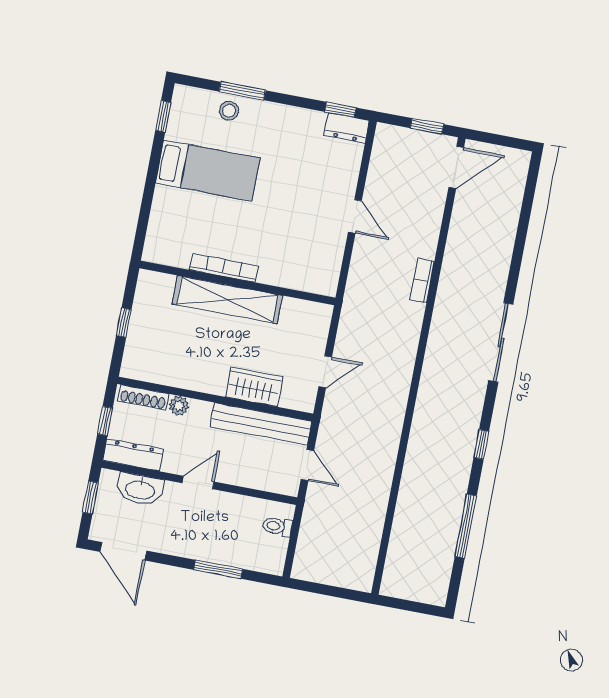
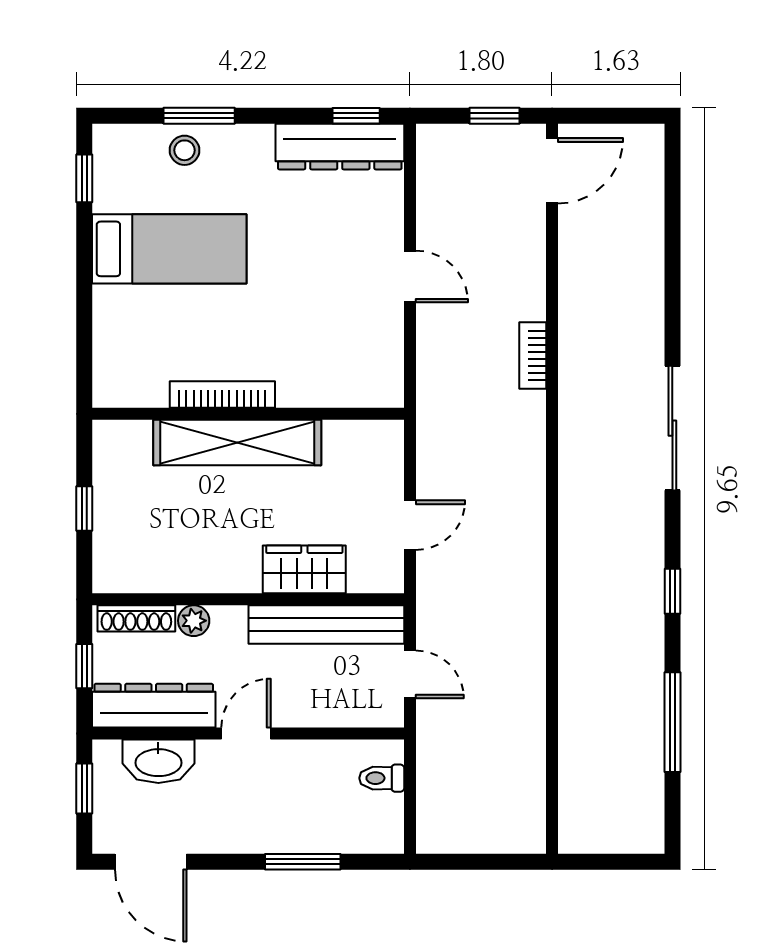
dresser: (347, 128) -> (340, 147), width x1.96, depth x1.24
dresser: (133, 455) -> (154, 706), width x1.37, depth x1.24

